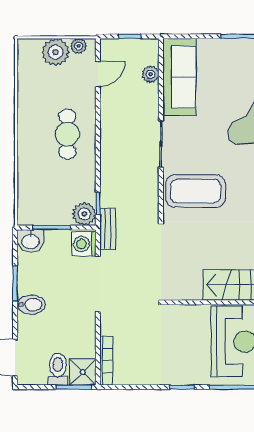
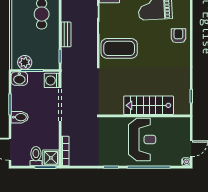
plant: (84, 214) -> (25, 62), moved
bench: (108, 229) -> (66, 34), moved

